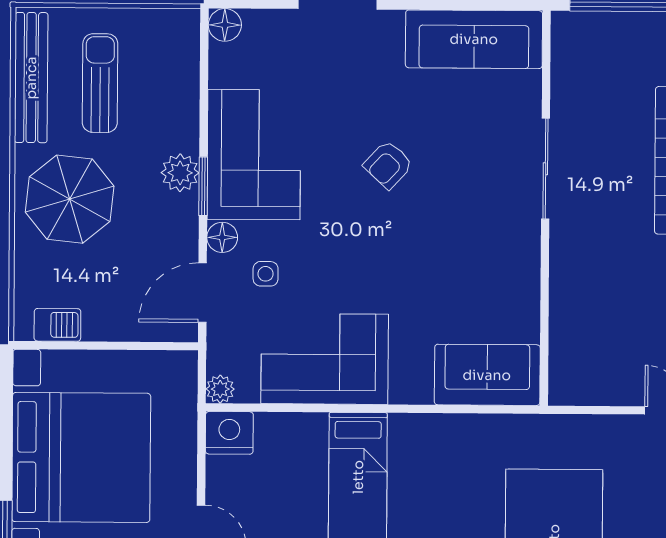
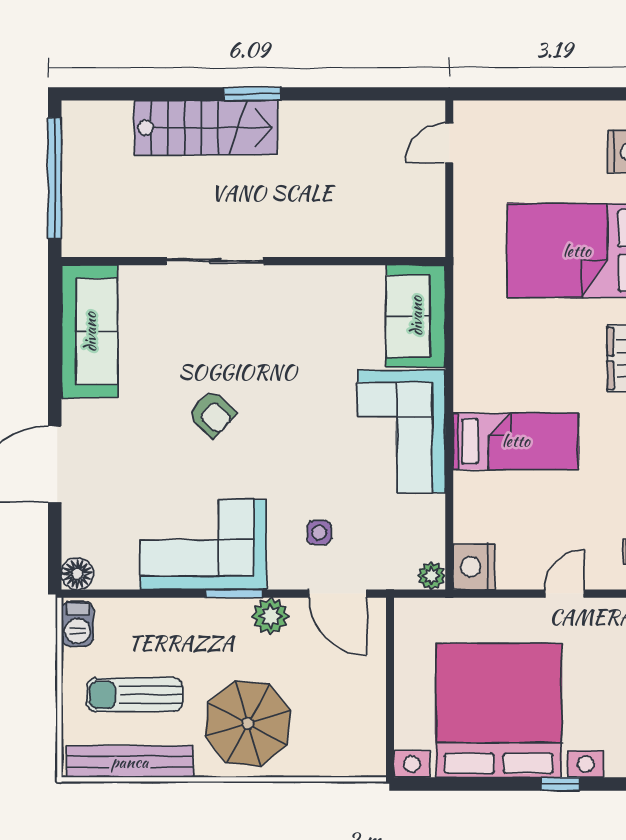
plant: (180, 173) -> (270, 616), moved
floor lamp: (222, 237) -> (284, 575), removed
barbecue: (57, 325) -> (77, 624), moved, turned 180
corner sofa: (325, 359) -> (401, 432), moved

